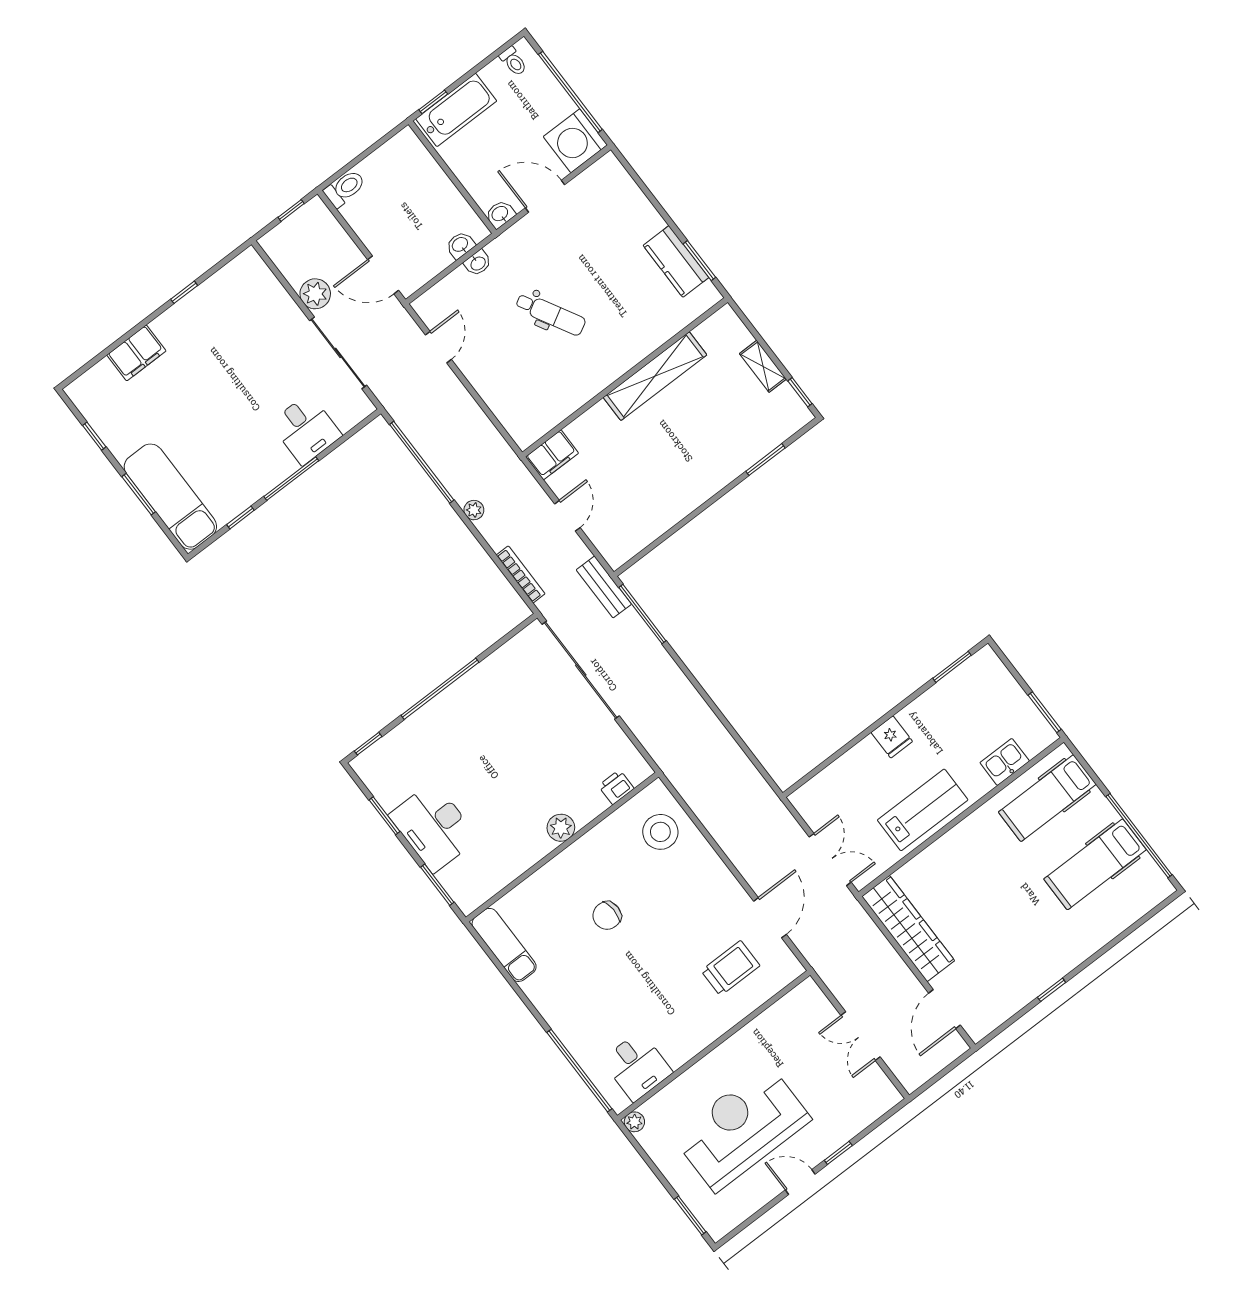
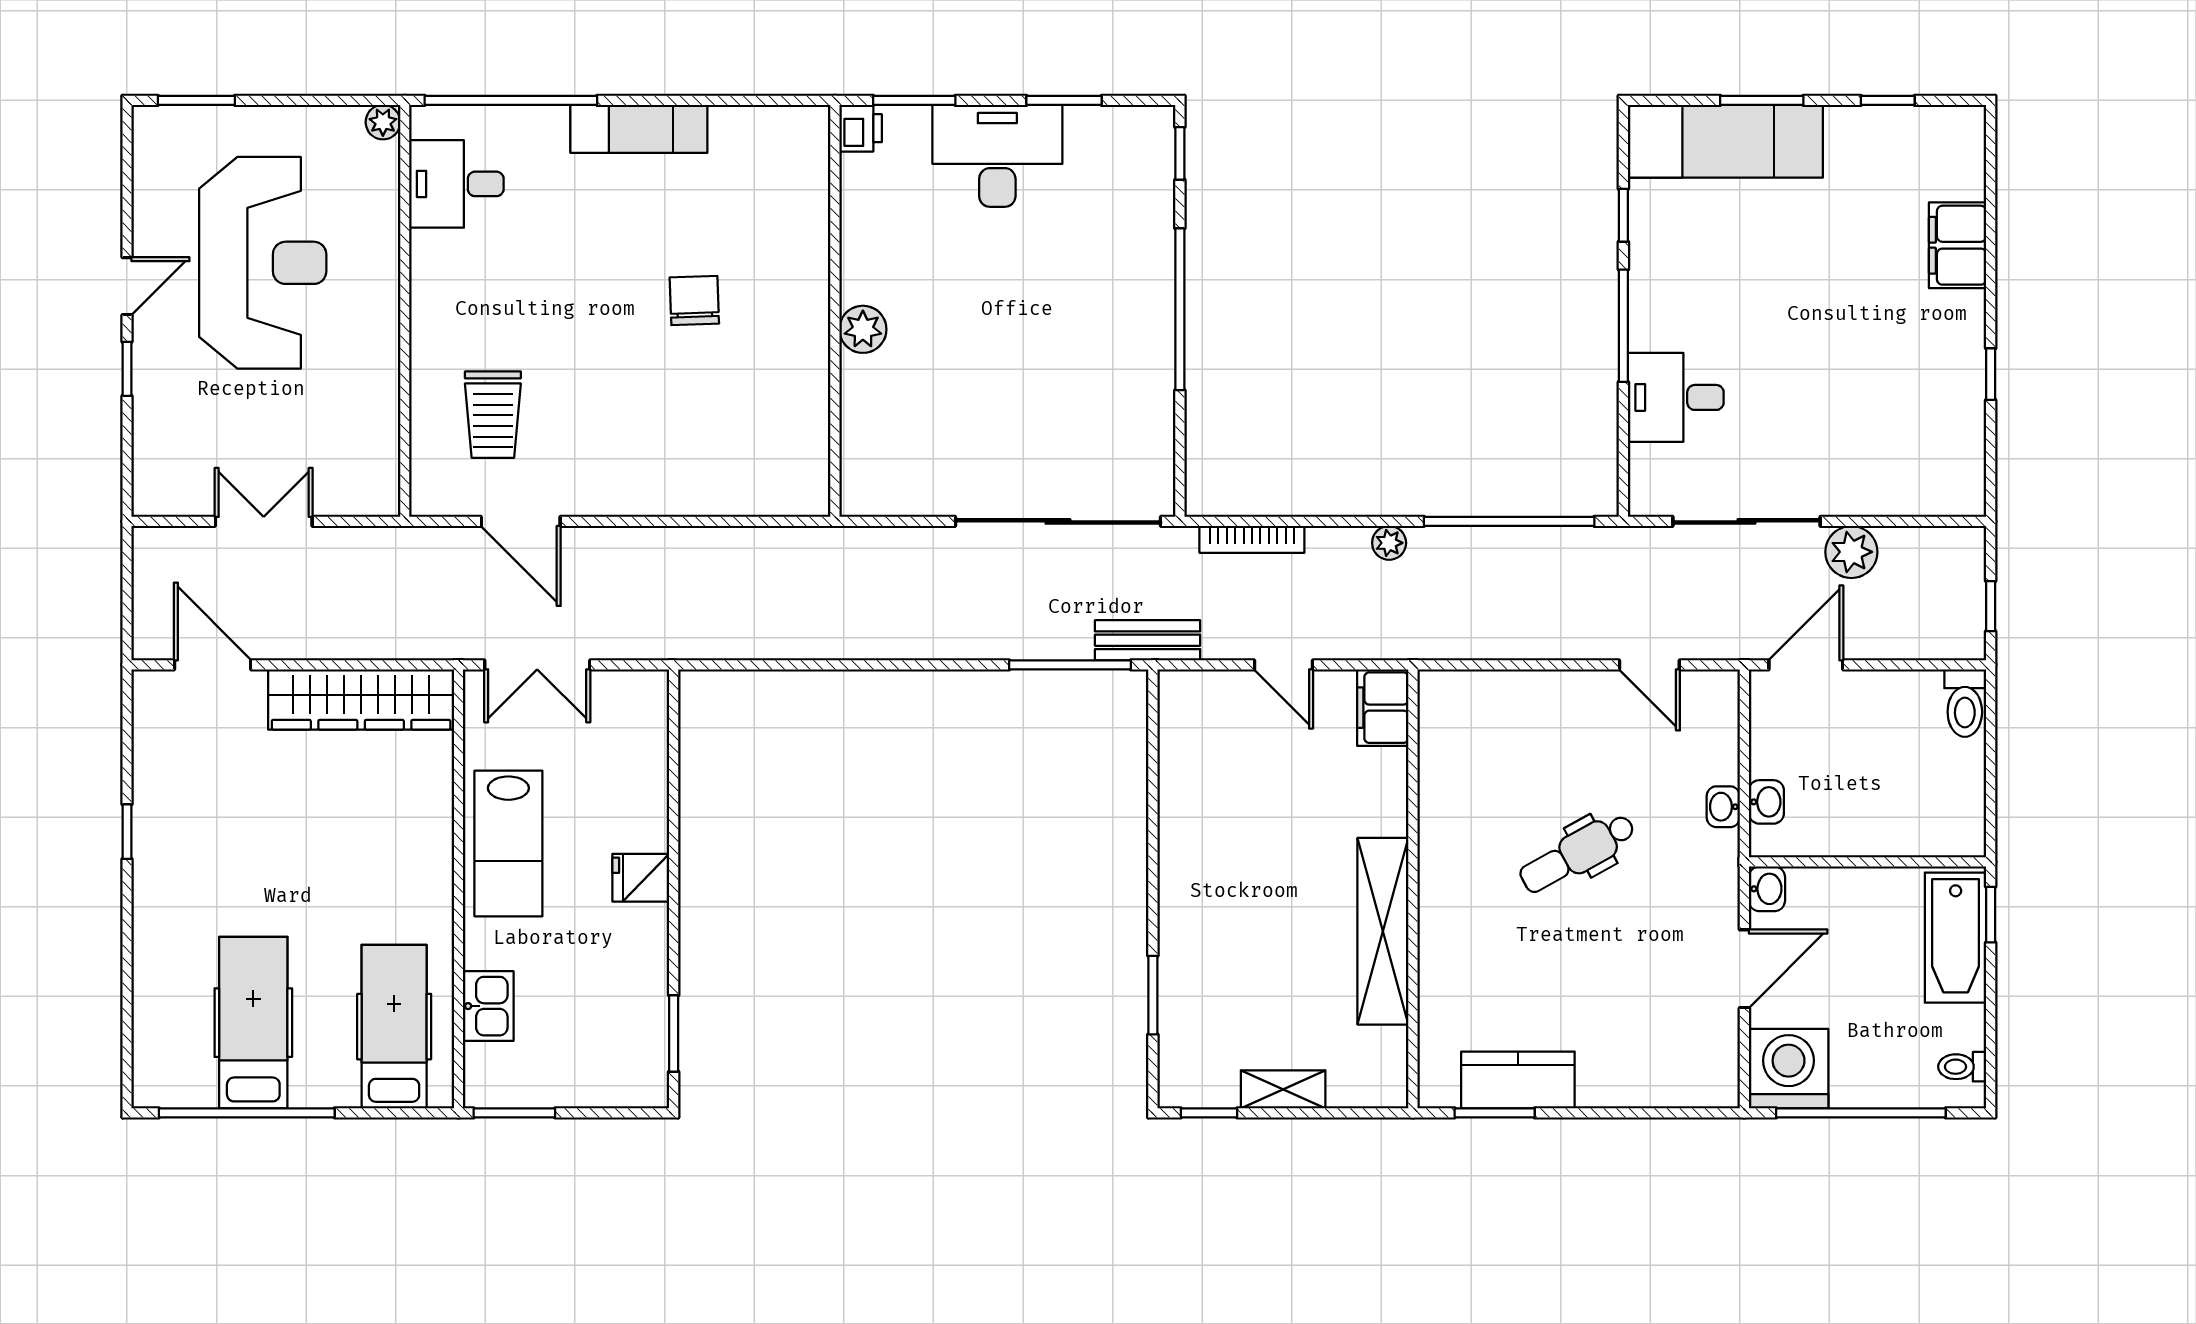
printer: (616, 787) -> (861, 128), moved
stool: (660, 832) -> (753, 461), removed
exam couch: (504, 945) -> (639, 129), moved

